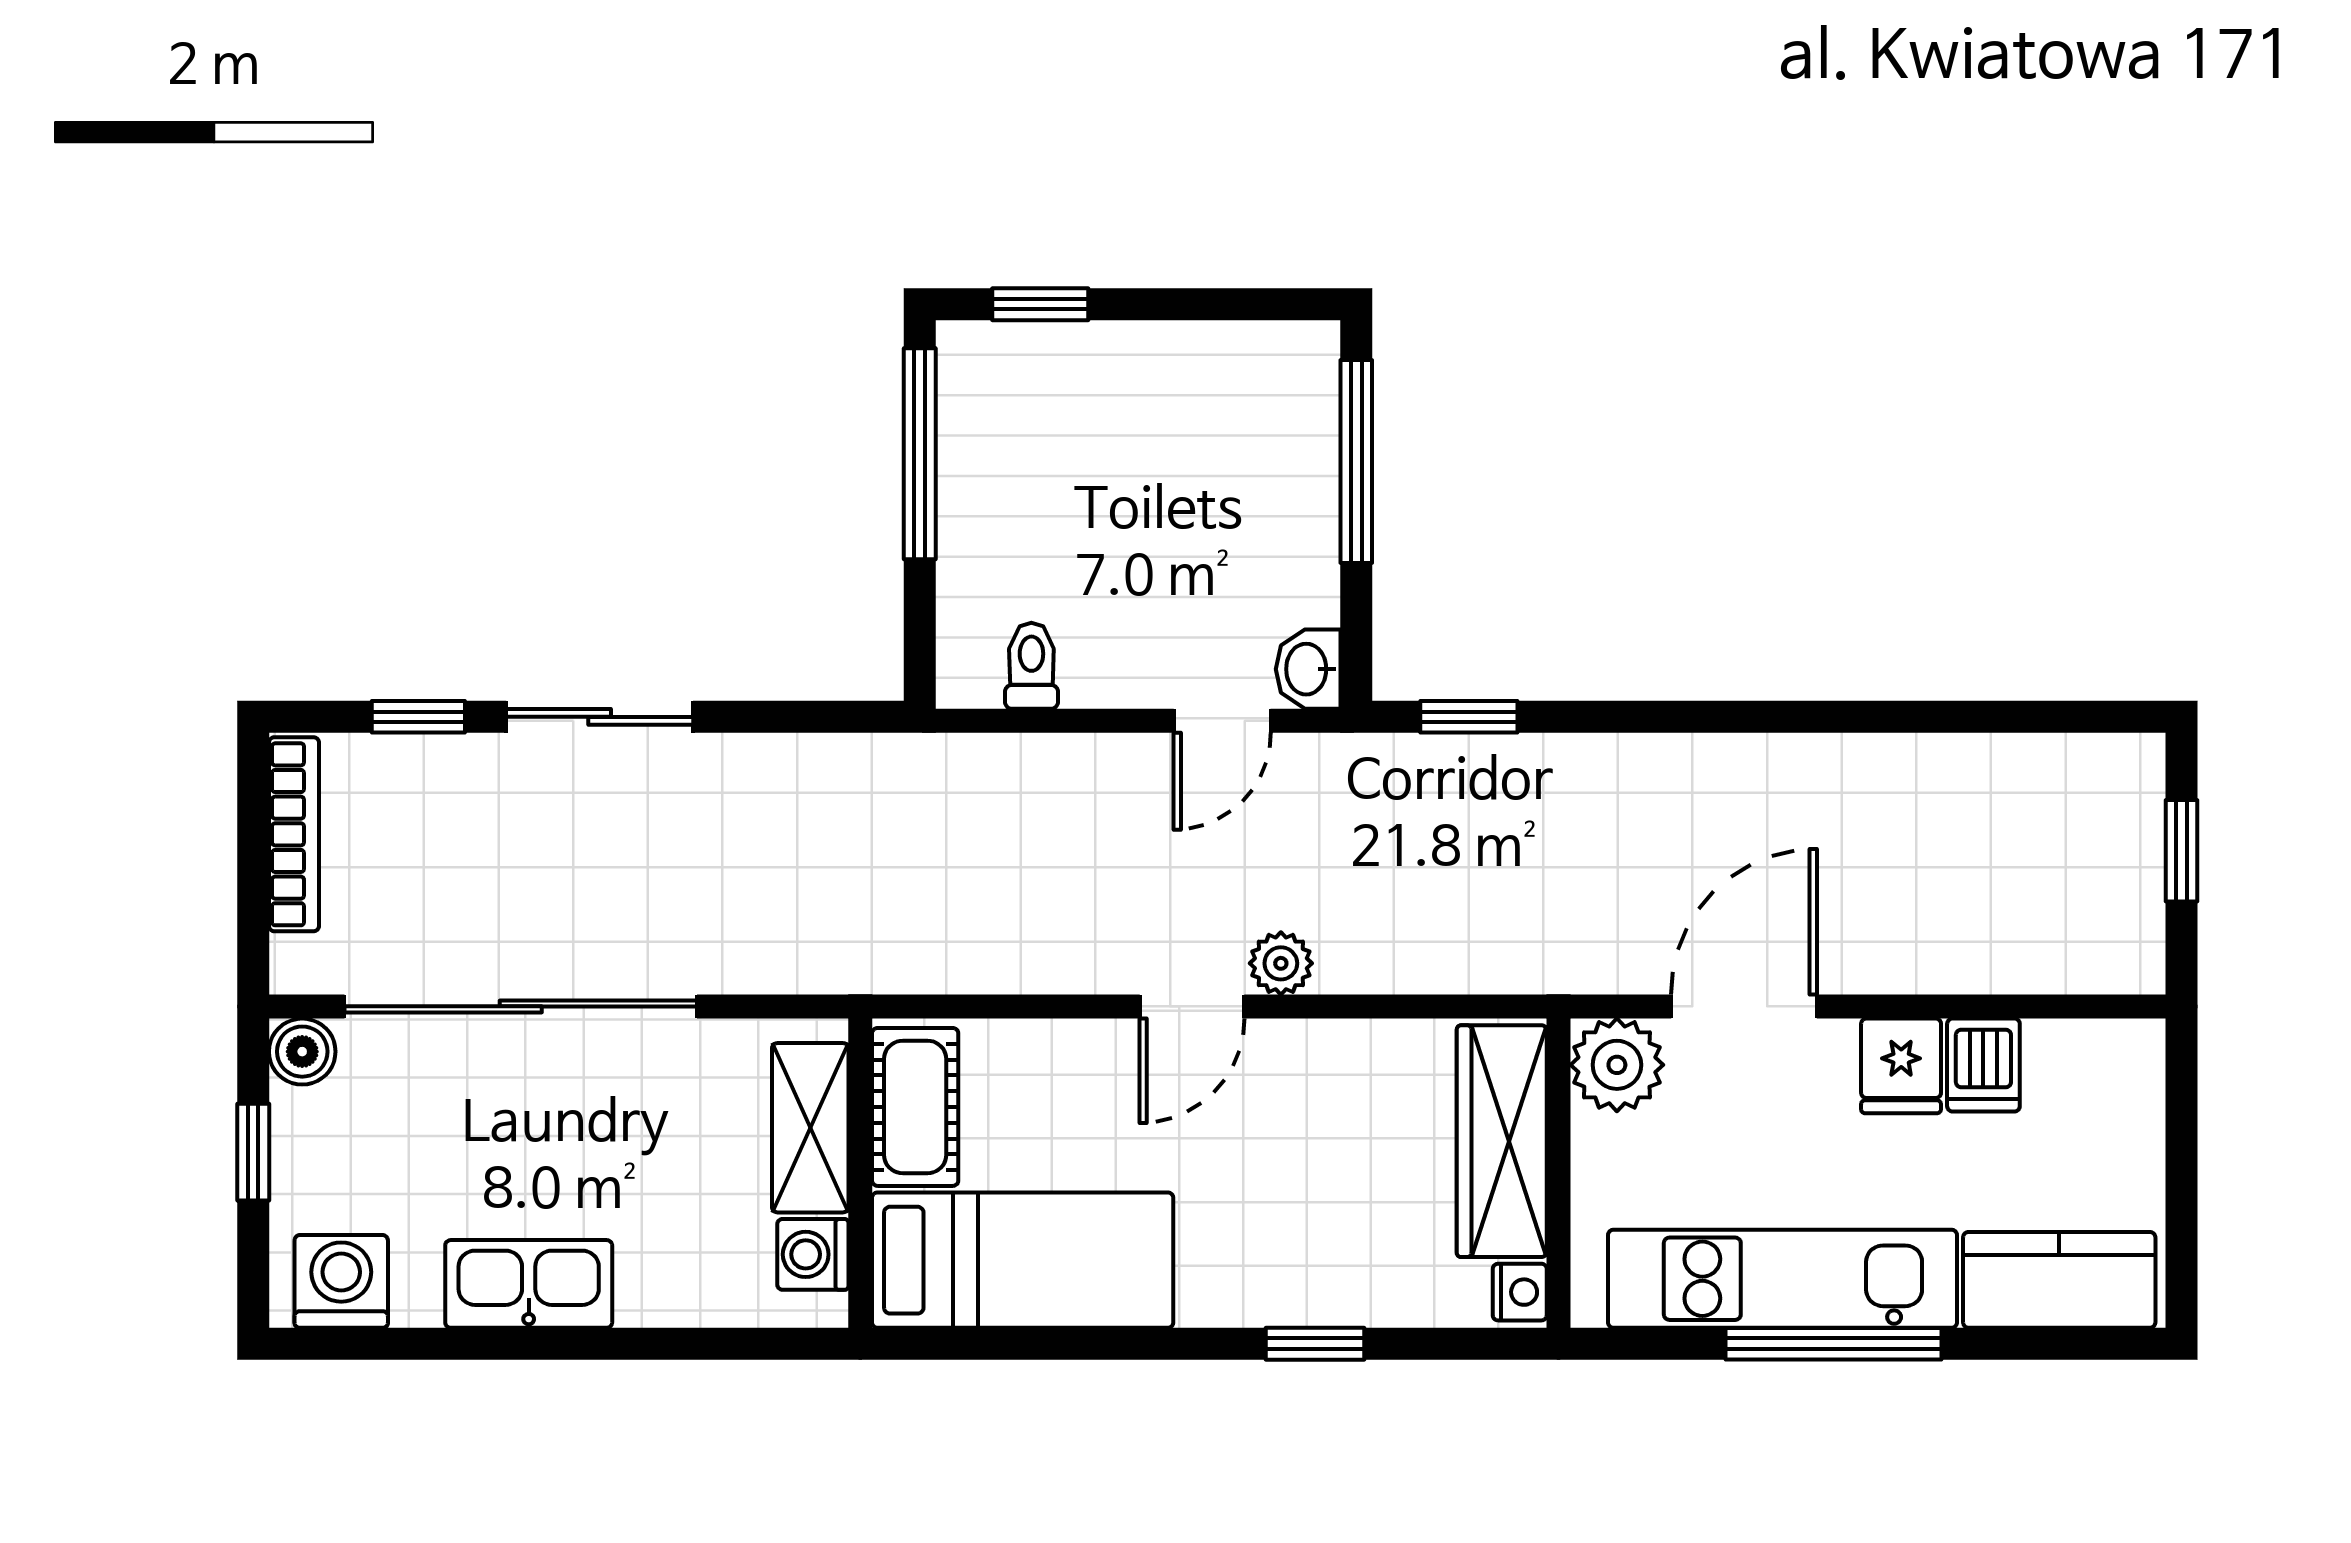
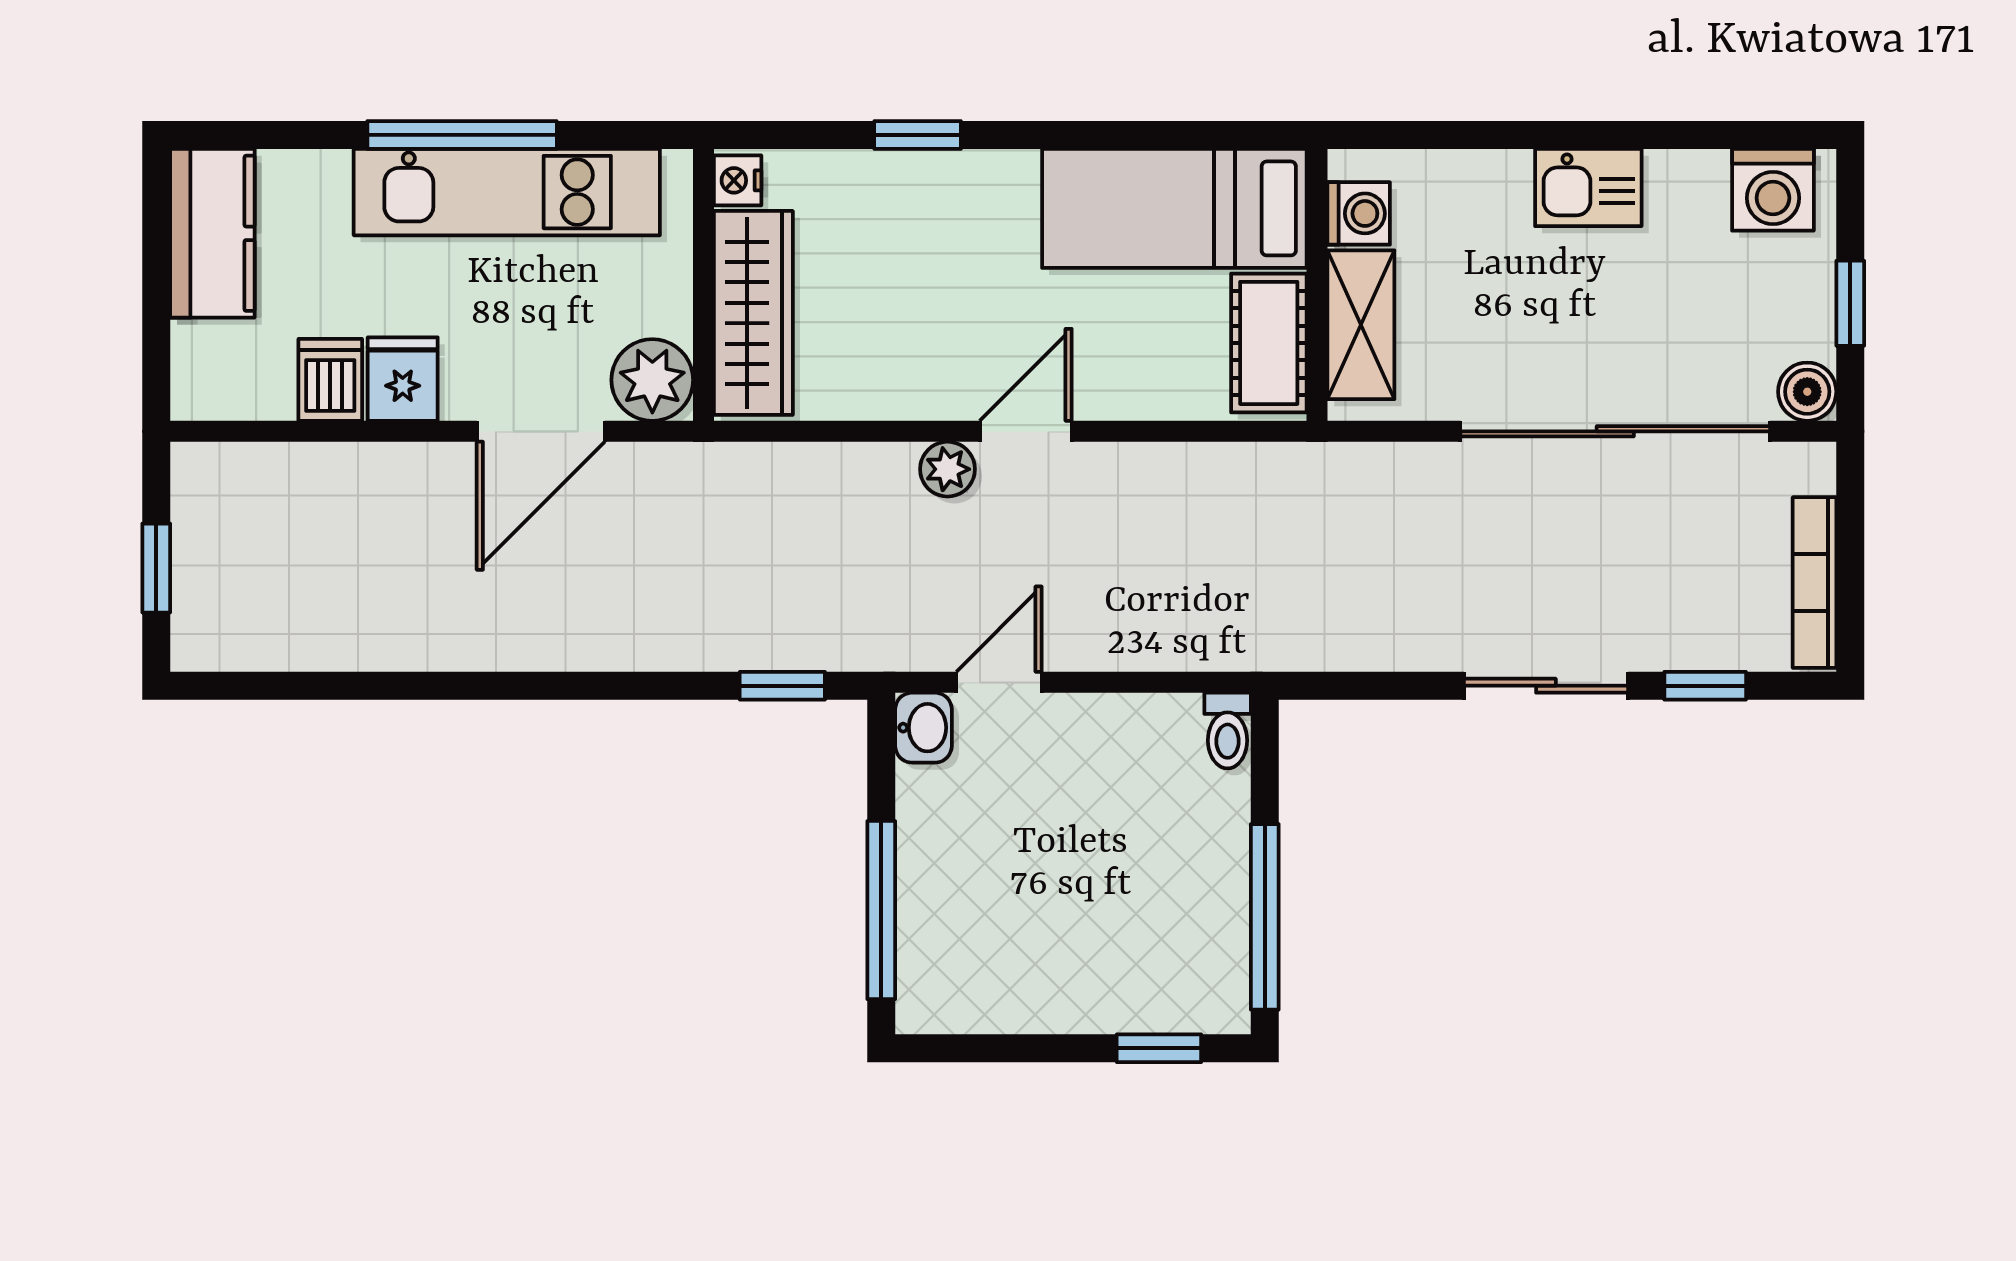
toilet: (1031, 666) -> (1228, 731), moved
kitchen counter: (2059, 1280) -> (212, 233), moved, turned -90
kitchen sink: (529, 1284) -> (1588, 188), width x0.73

